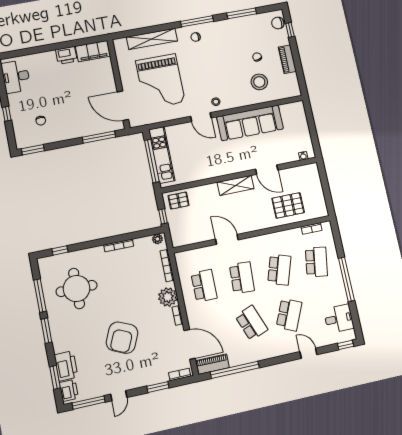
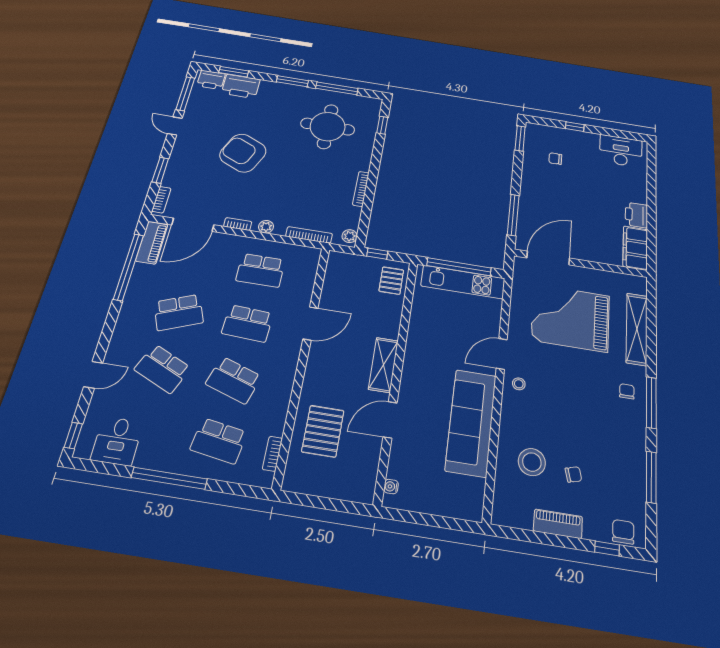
plant: (168, 297) -> (266, 227), width x0.53, depth x0.53

